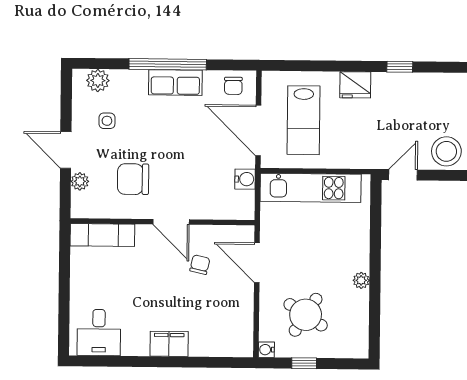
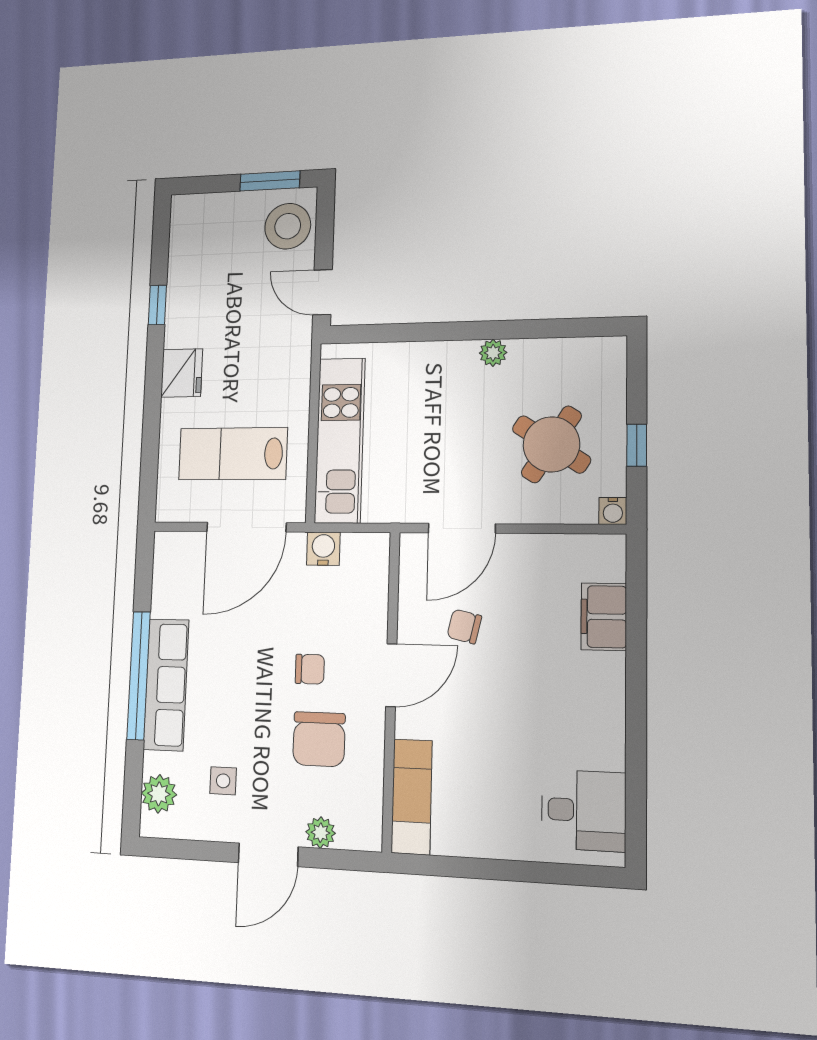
row of seats: (175, 83) -> (166, 685), width x1.48
chair: (233, 86) -> (310, 669), moved
lab bench: (304, 120) -> (233, 454), turned 180
filing cabinet: (169, 344) -> (604, 617), moved

